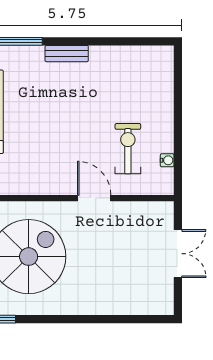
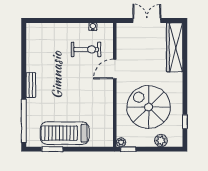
exercise bike: (128, 149) -> (86, 49), turned 180
wardrobe: (131, 301) -> (175, 47), added

